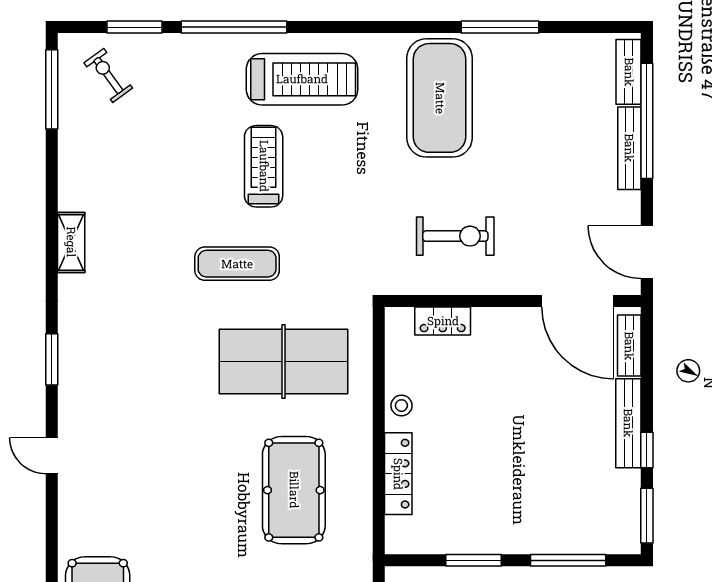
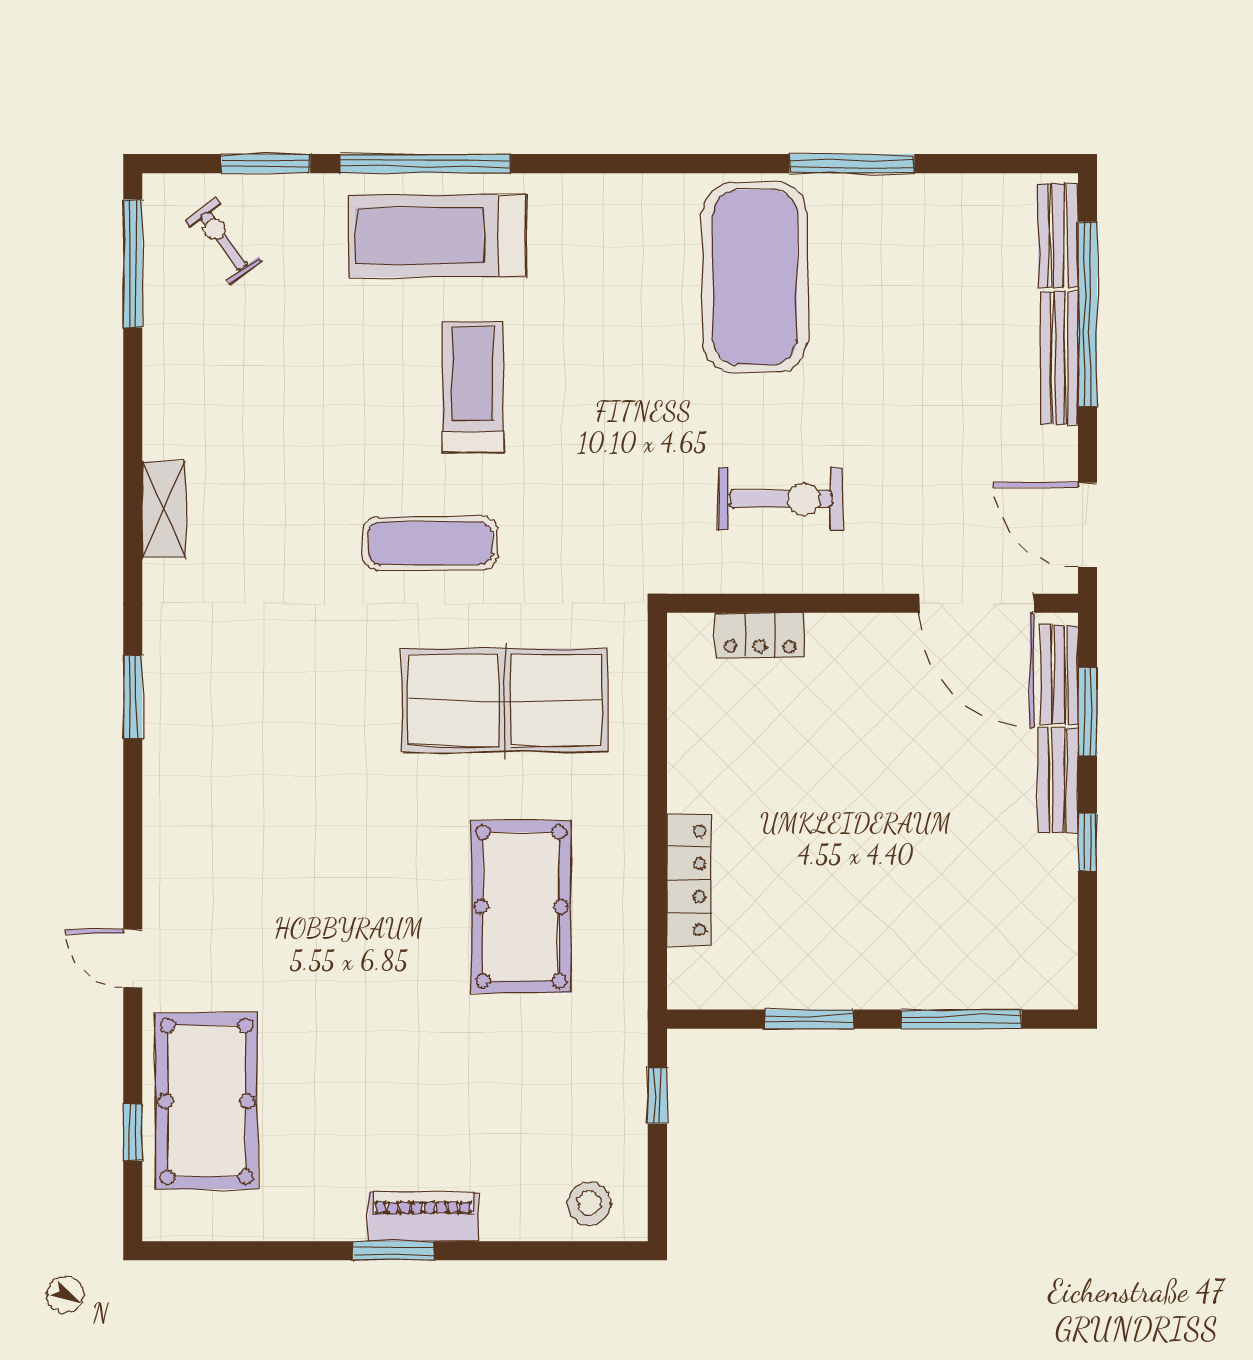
treadmill: (302, 79) -> (437, 236), moved, turned 180
stool: (401, 406) -> (694, 771), removed
bench: (628, 423) -> (1058, 780), width x0.73
door: (52, 456) -> (133, 958), moved
window: (647, 516) -> (1088, 712), moved

